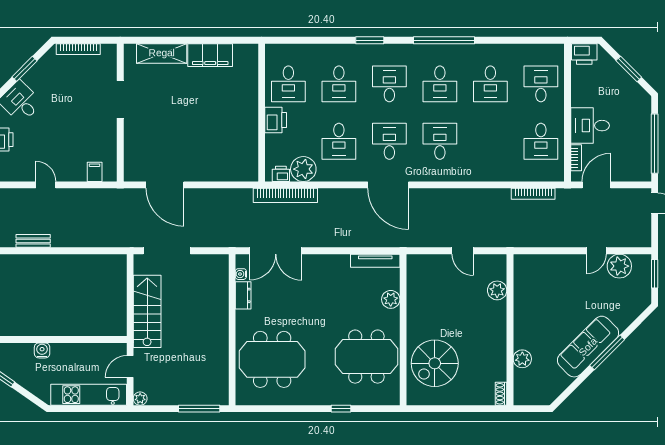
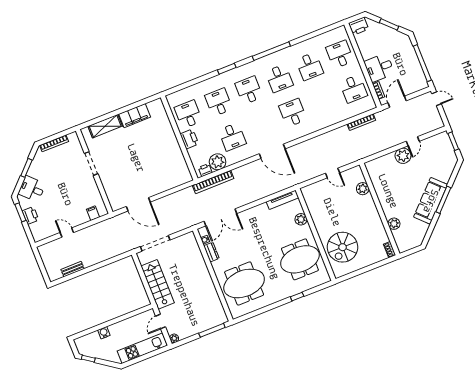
desk: (288, 84) -> (188, 114), turned 180
desk: (339, 84) -> (219, 102), turned 180
desk: (389, 141) -> (263, 125), removed
plant: (619, 266) -> (403, 156), moved

